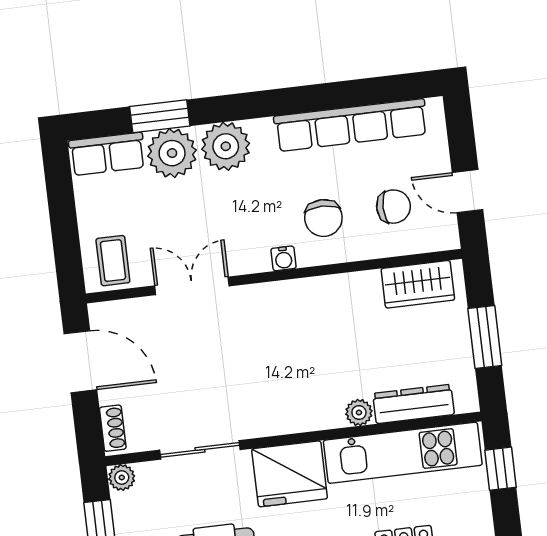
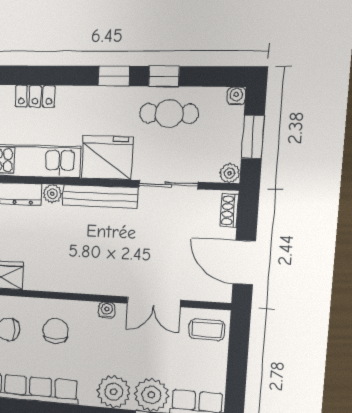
water cooler: (284, 258) -> (107, 310), moved
coffee table: (113, 261) -> (207, 330), turned 90
bench: (291, 419) -> (100, 197), added

